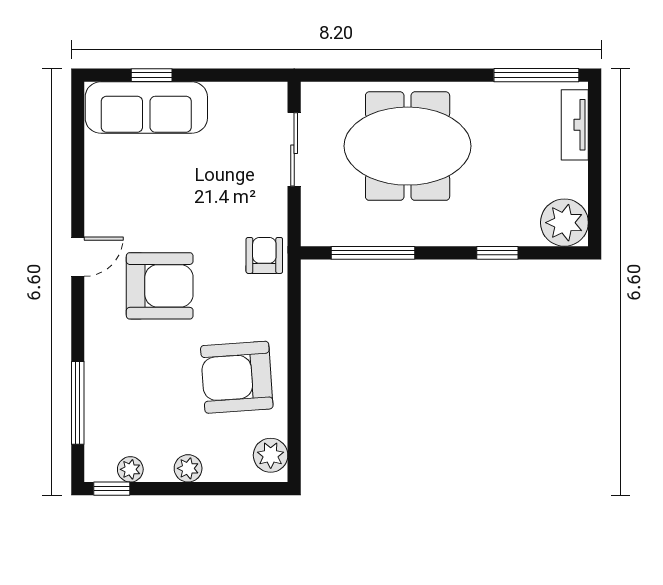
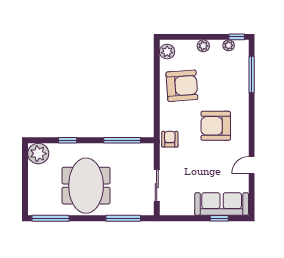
window: (371, 75) -> (123, 218), added
tv unit: (575, 125) -> (34, 196), removed
meeting table: (408, 146) -> (86, 186), moved, turned 90
armchair: (264, 255) -> (170, 139), turned 180
door: (78, 257) -> (252, 165), moved

